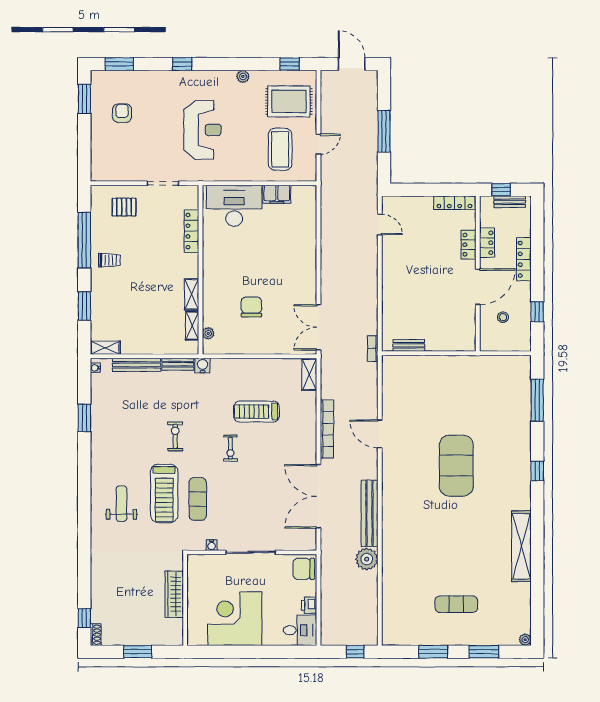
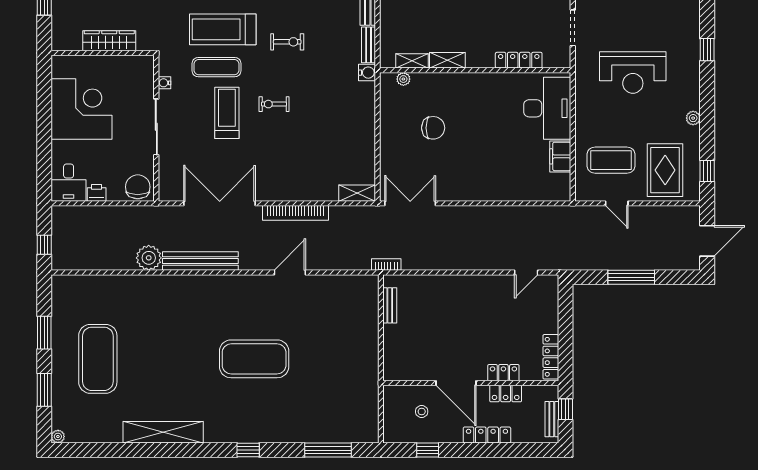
treadmill: (256, 412) -> (227, 113), moved
exercise mat: (456, 604) -> (98, 359), width x2.00, depth x1.45

